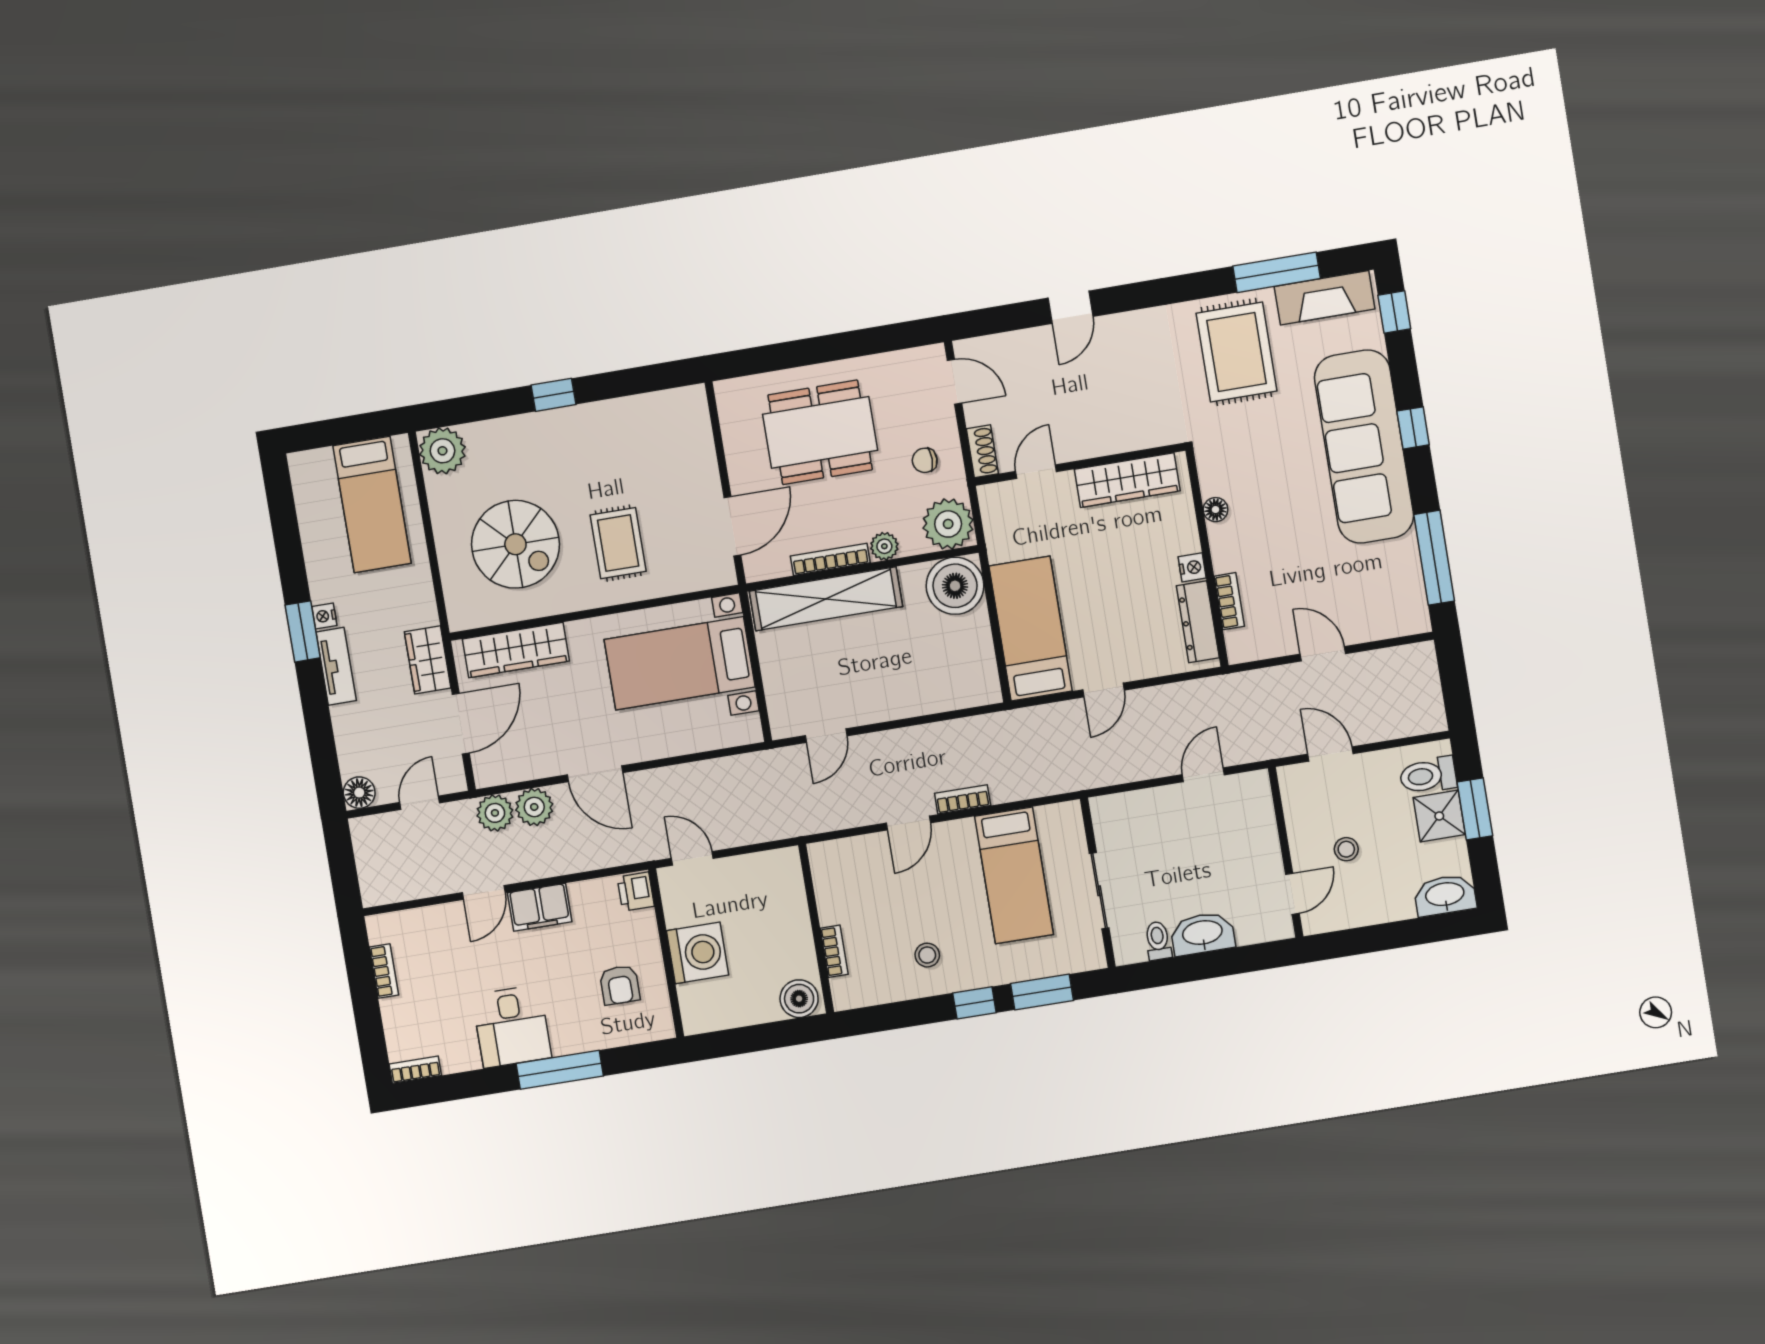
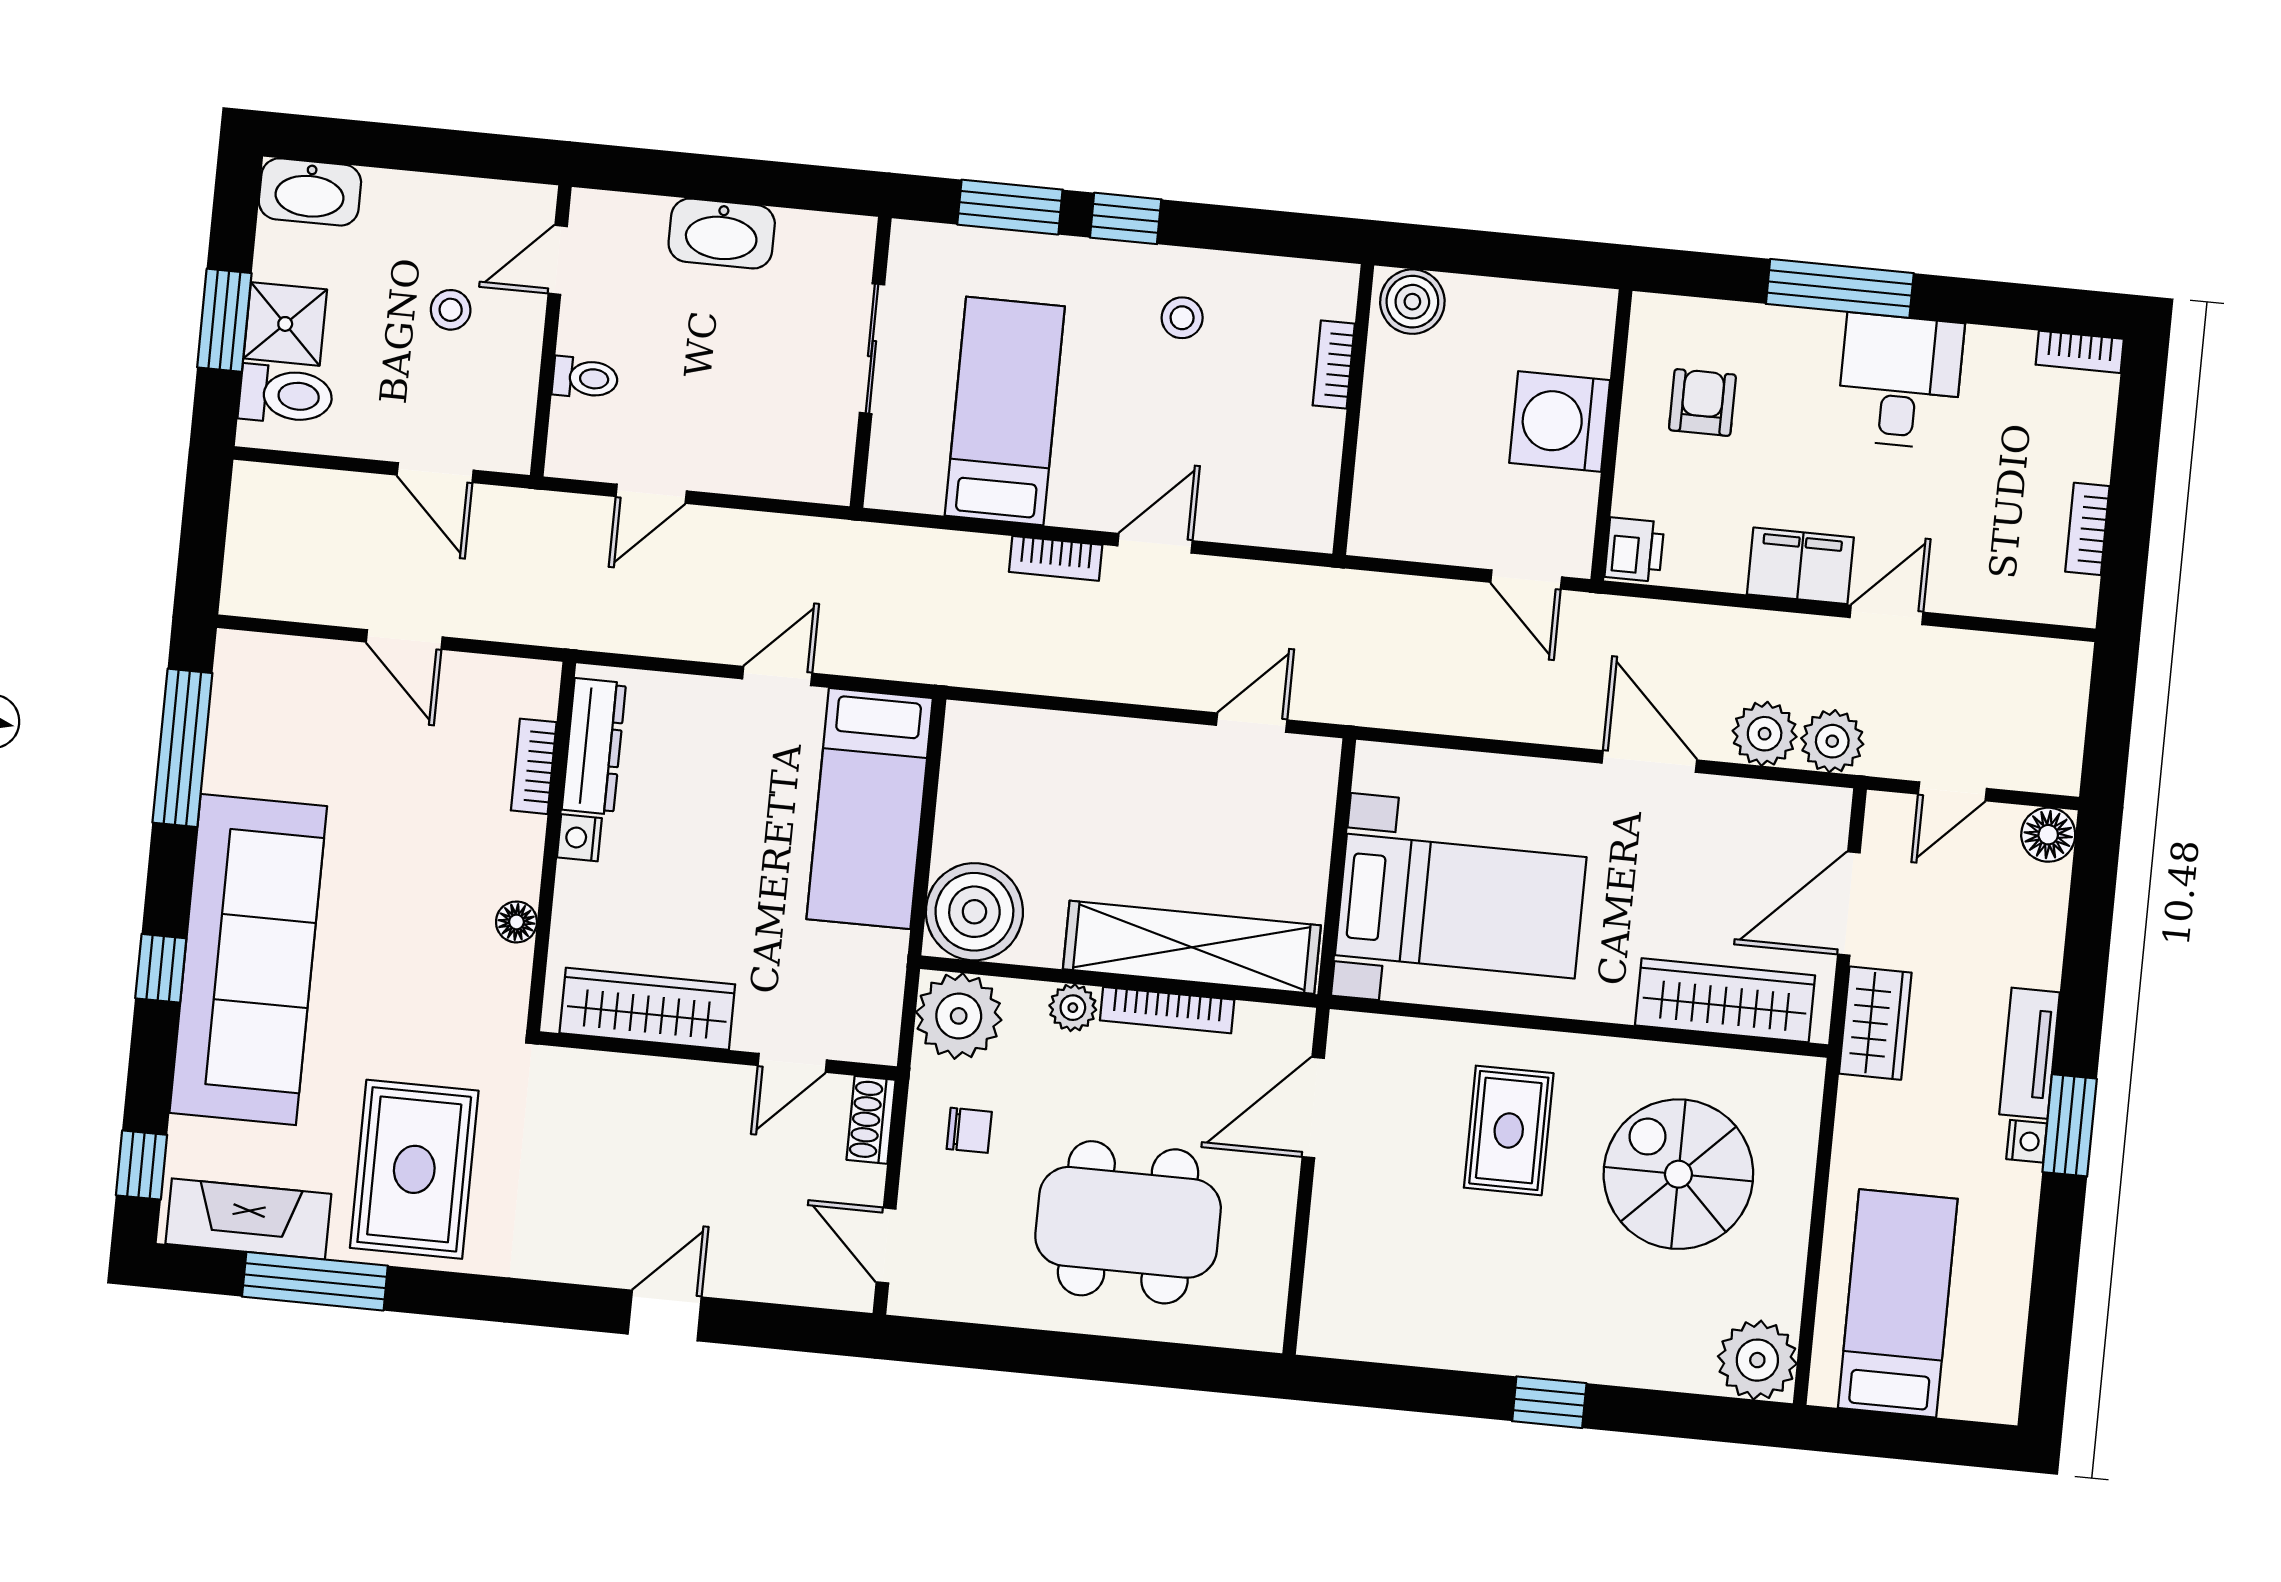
toilet: (1158, 941) -> (585, 378), moved, turned -90

